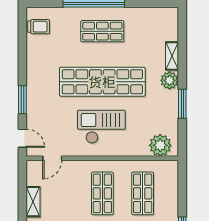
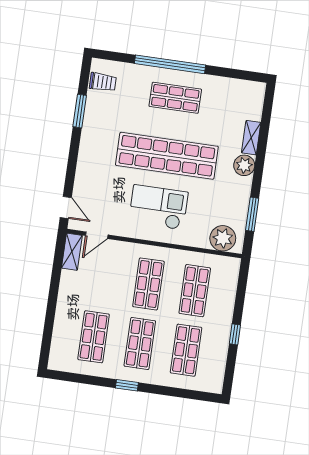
window: (22, 100) -> (80, 111), moved
window: (182, 104) -> (252, 214), moved
shelving: (33, 202) -> (72, 252), moved

